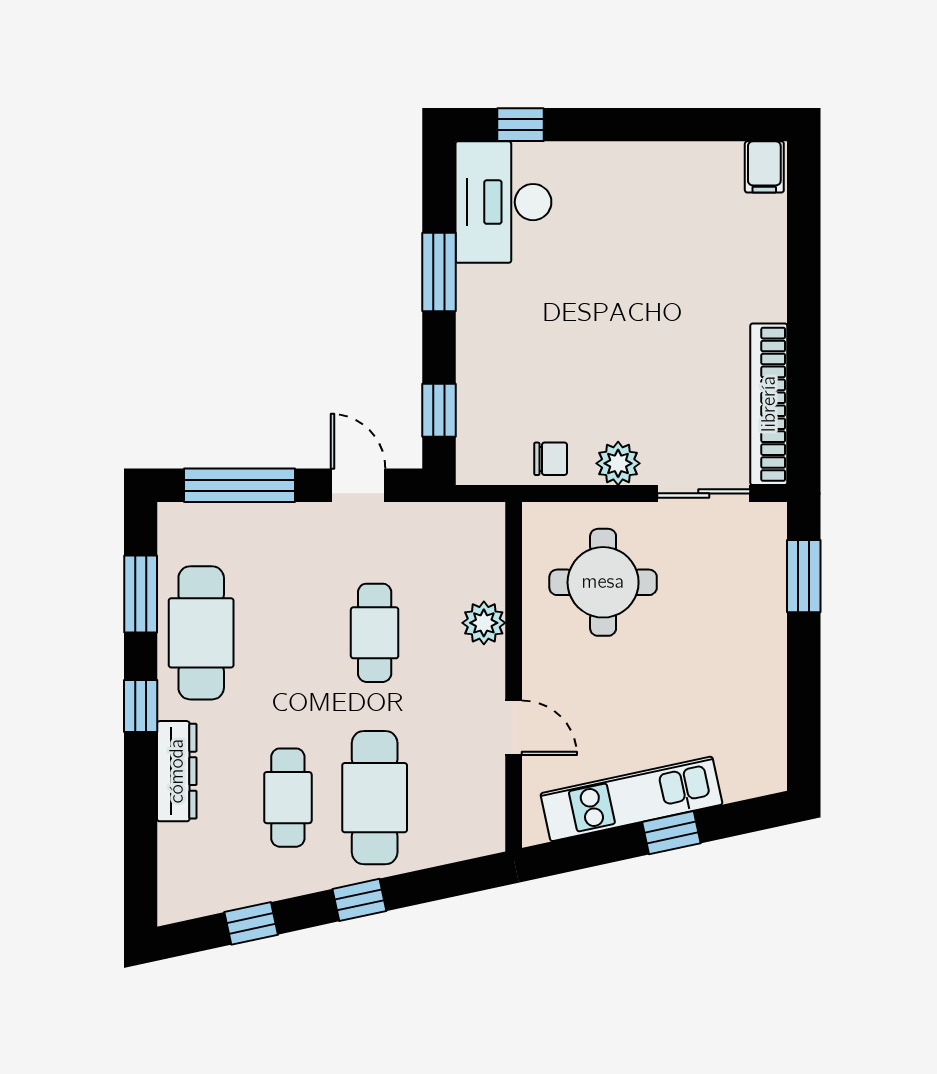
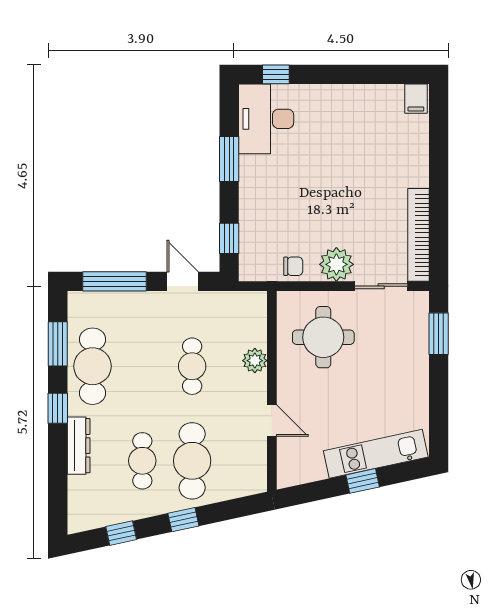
plant: (618, 463) -> (336, 264), width x1.36, depth x1.36
kitchen unit: (631, 799) -> (376, 454), moved

